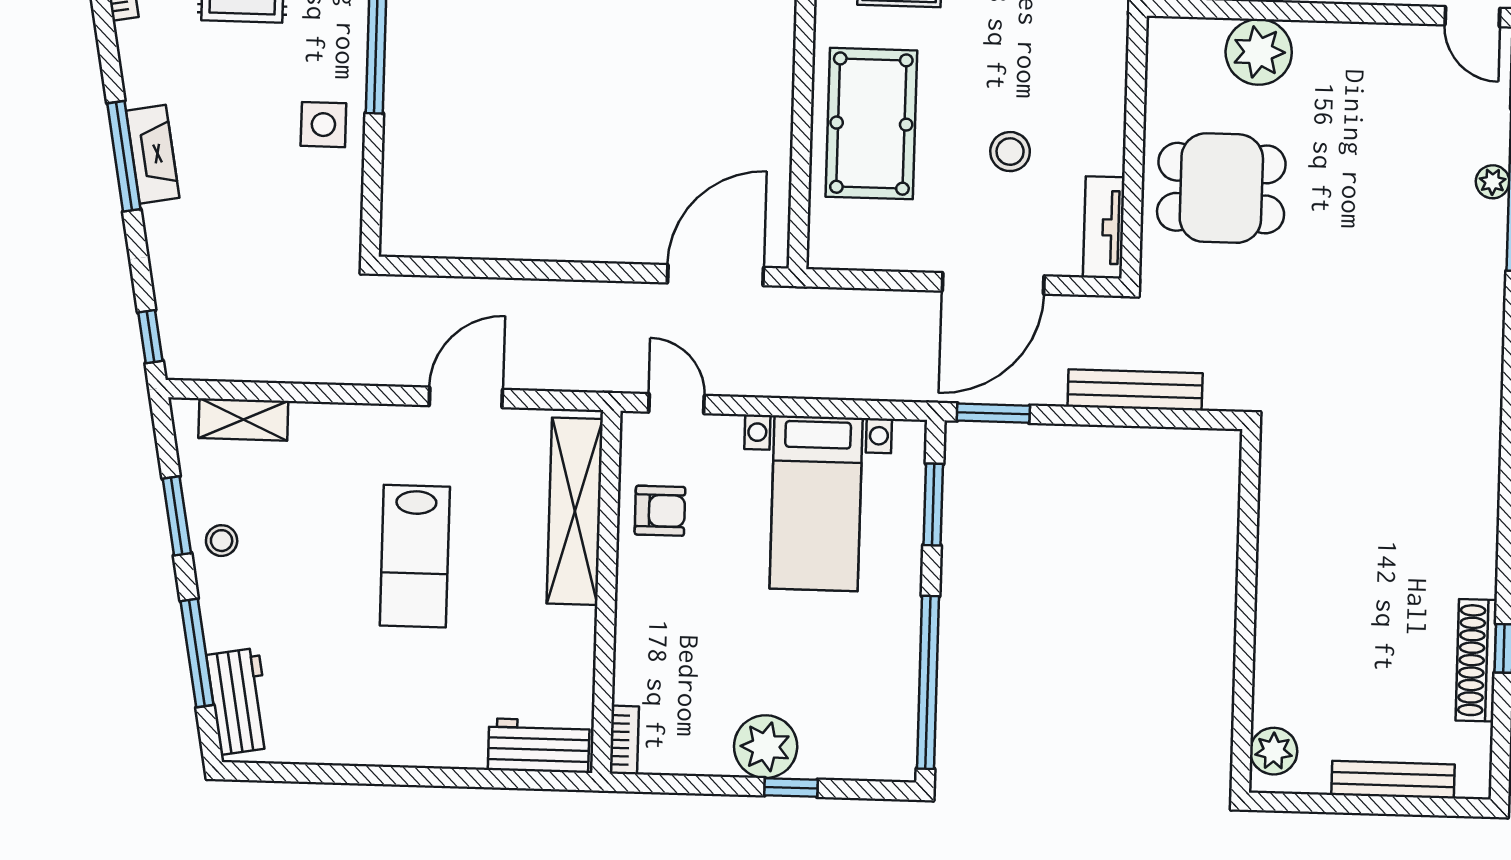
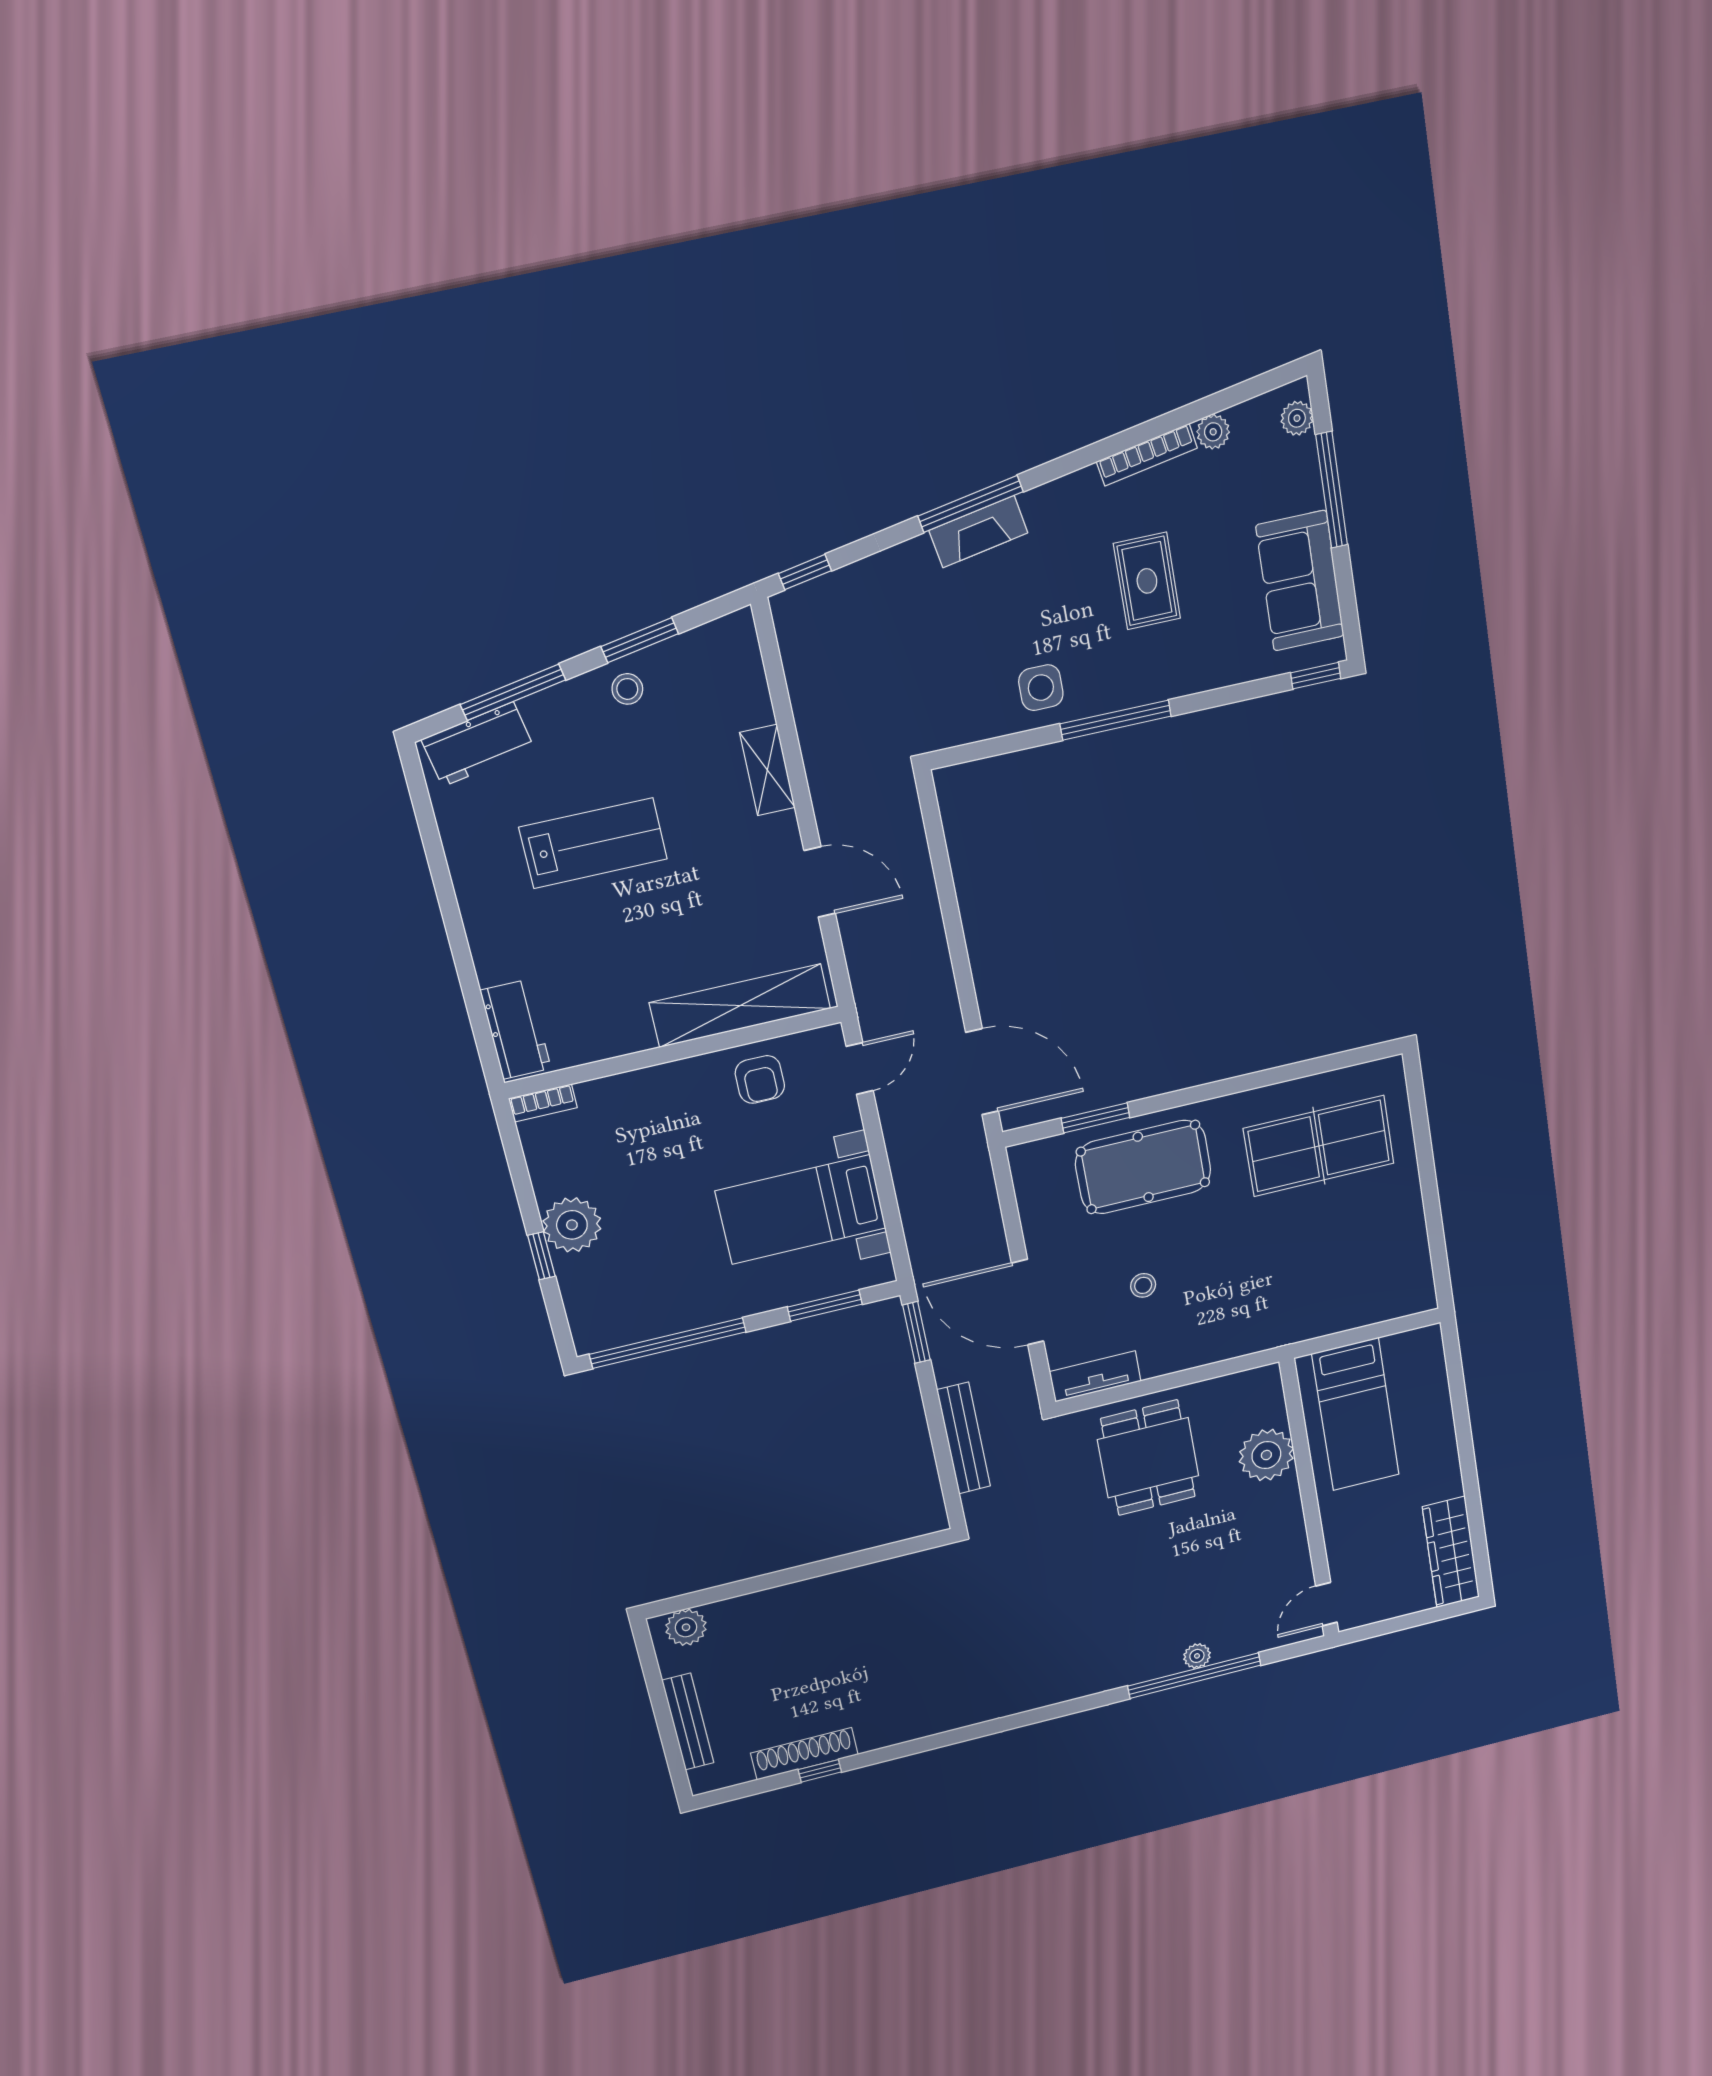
stool: (1010, 152) -> (1143, 1285), width x0.73, depth x0.73
window: (801, 164) -> (1095, 1118), added
shelving: (243, 419) -> (767, 770), moved
lab bench: (415, 556) -> (593, 843), moved, turned 180

